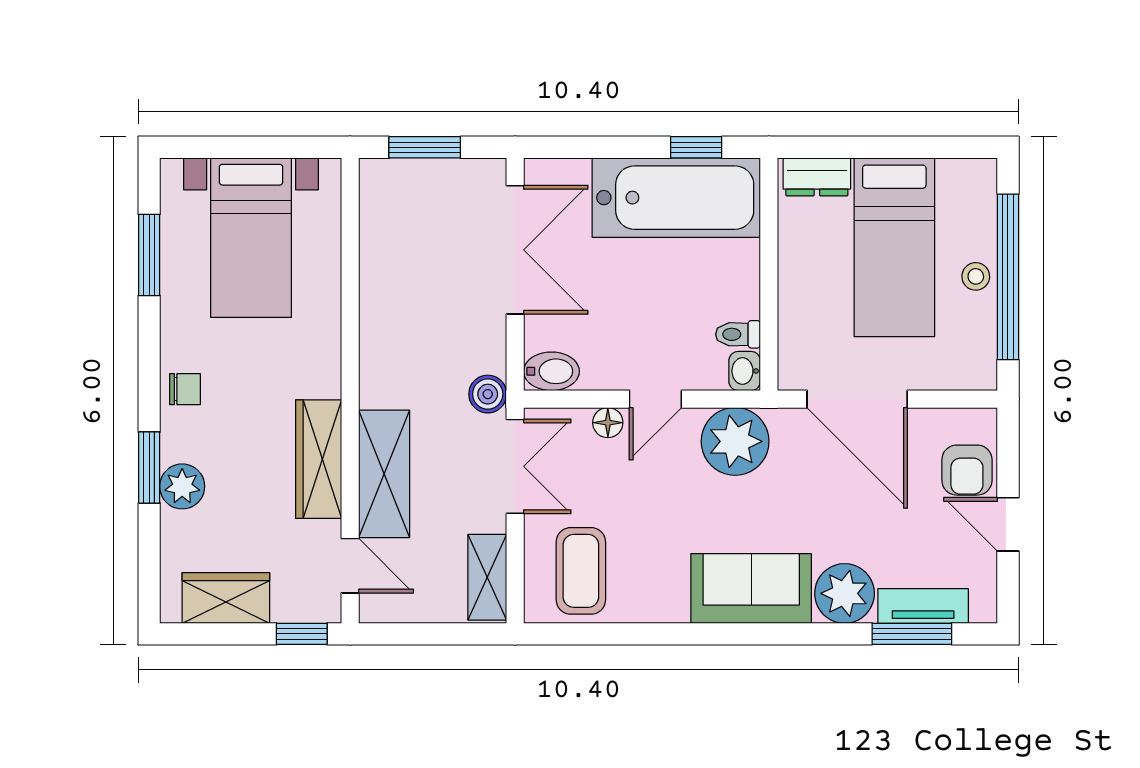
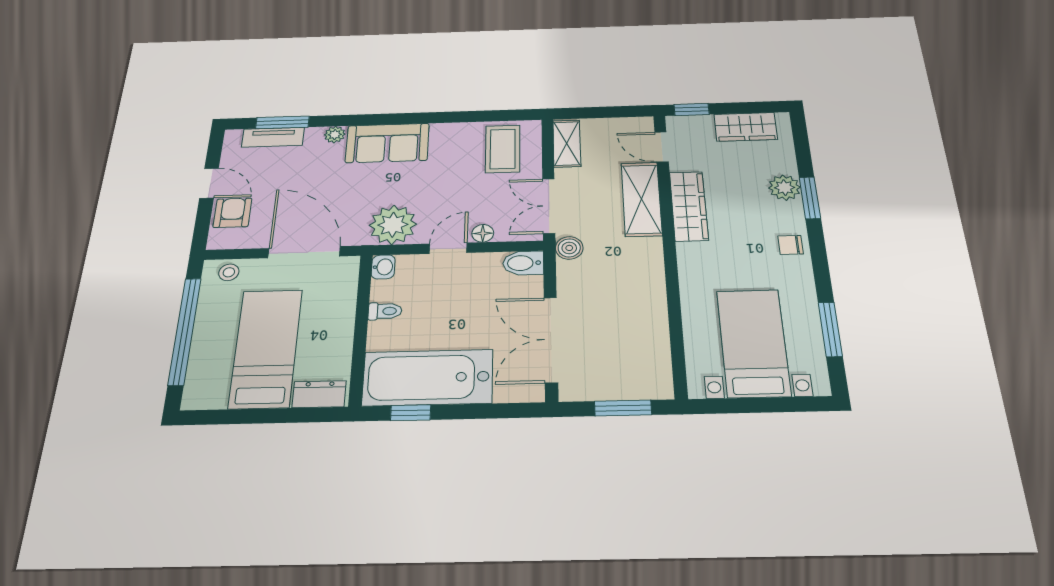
stool: (976, 276) -> (229, 272), moved
toilet: (738, 334) -> (385, 311), moved
plant: (845, 593) -> (335, 135), width x0.53, depth x0.53

